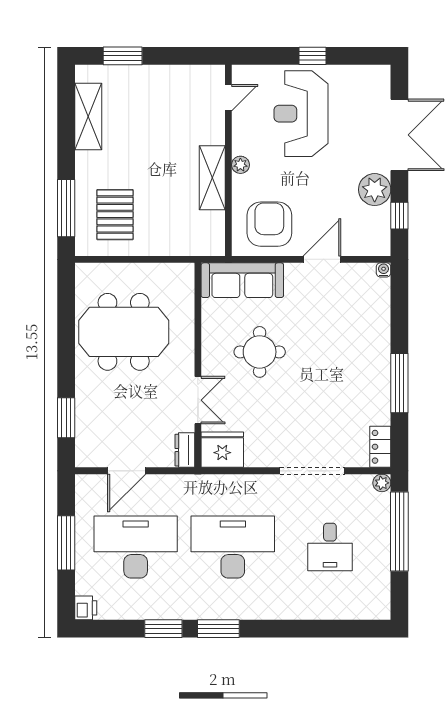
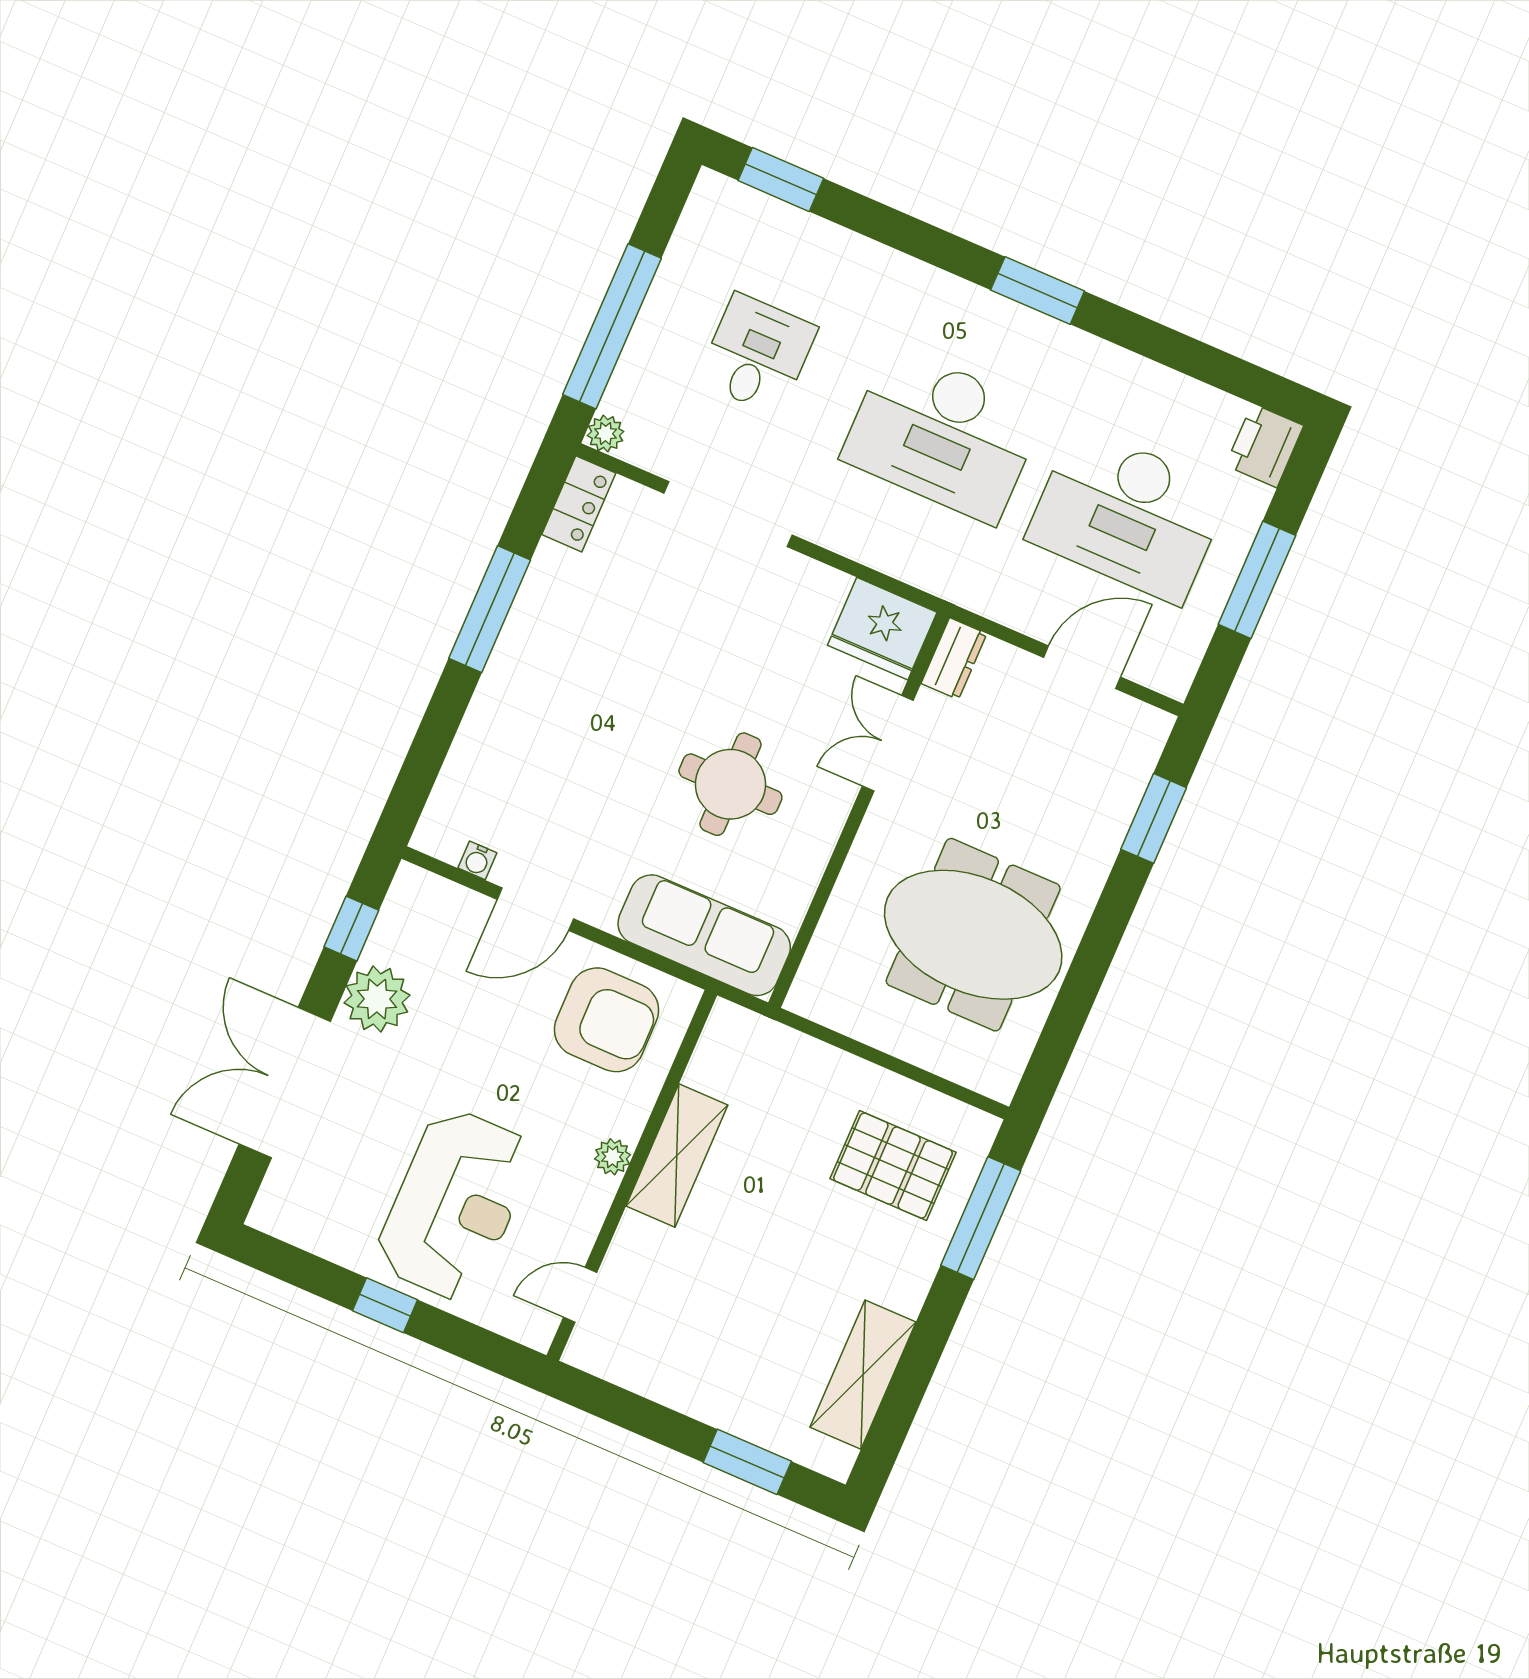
pallet: (115, 215) -> (893, 1166), turned 90
armchair: (269, 224) -> (607, 1020), turned -90
water cooler: (384, 270) -> (477, 860), moved
printer: (86, 608) -> (1265, 446), width x1.36, depth x1.24
window: (163, 629) -> (781, 179), moved

